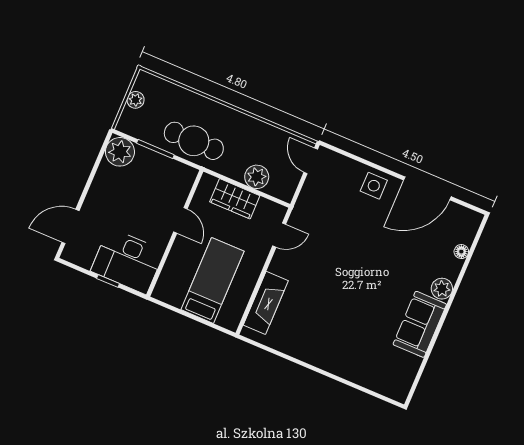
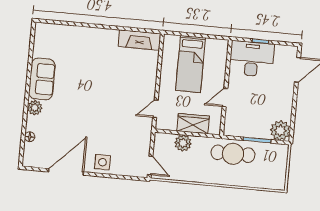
plant: (136, 100) -> (281, 169), removed
door: (180, 220) -> (225, 97), hinge flipped
fireplace: (266, 303) -> (140, 40), moved, turned -90

